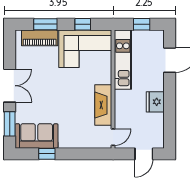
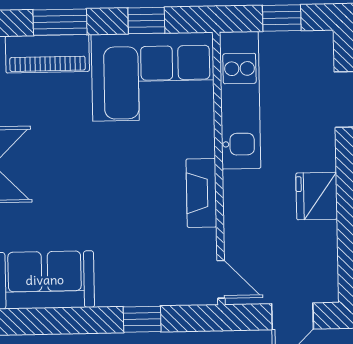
fireplace: (103, 105) -> (201, 193), width x0.73, depth x0.76
door: (113, 137) -> (221, 279), hinge flipped
window: (47, 154) -> (142, 319), moved

